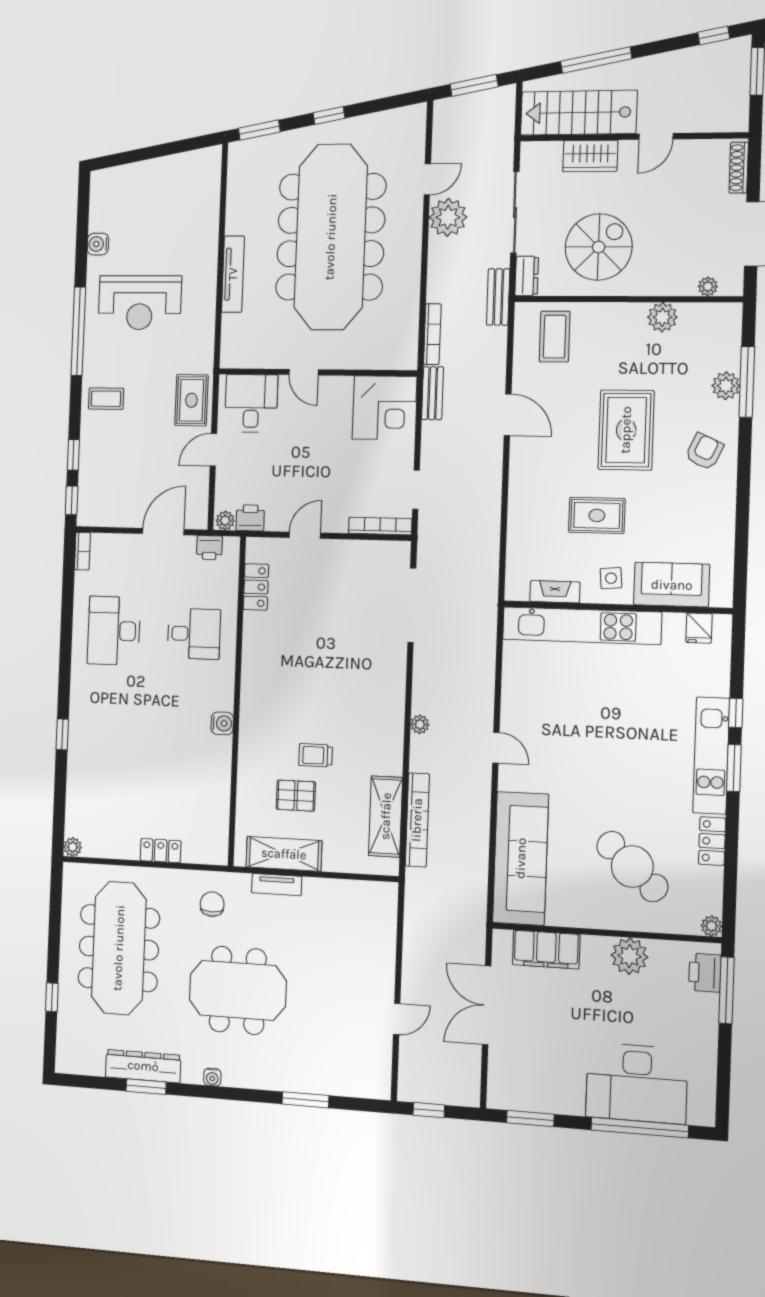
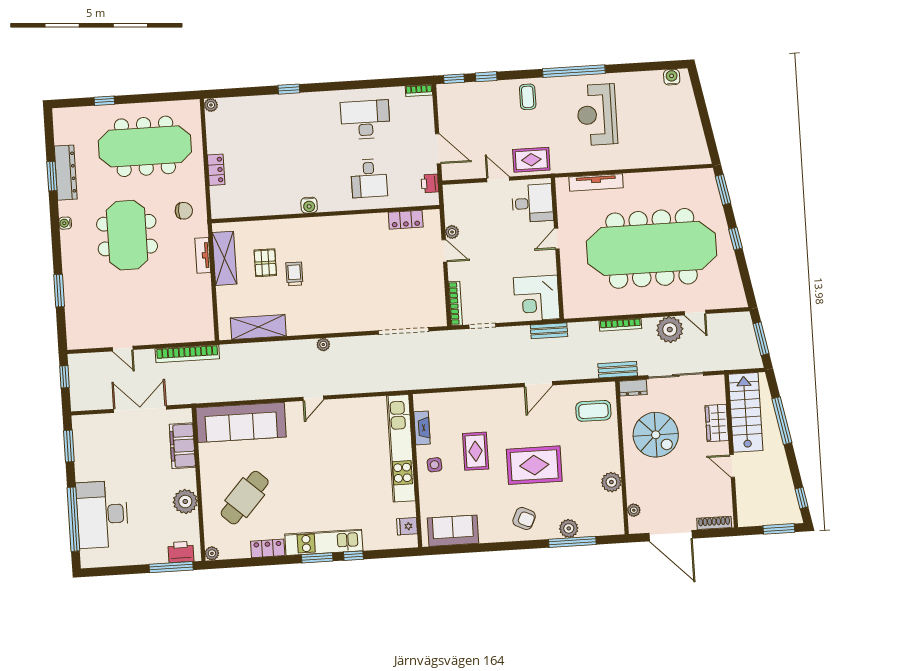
water cooler: (98, 244) -> (672, 77), moved
tv unit: (233, 274) -> (596, 182), moved
bookcase: (432, 334) -> (620, 325), moved
printer: (250, 518) -> (453, 211), removed
plant: (225, 521) -> (452, 232), moved
sofa: (672, 585) -> (453, 531), moved, turned -90
bookcase: (417, 820) -> (187, 354), moved

